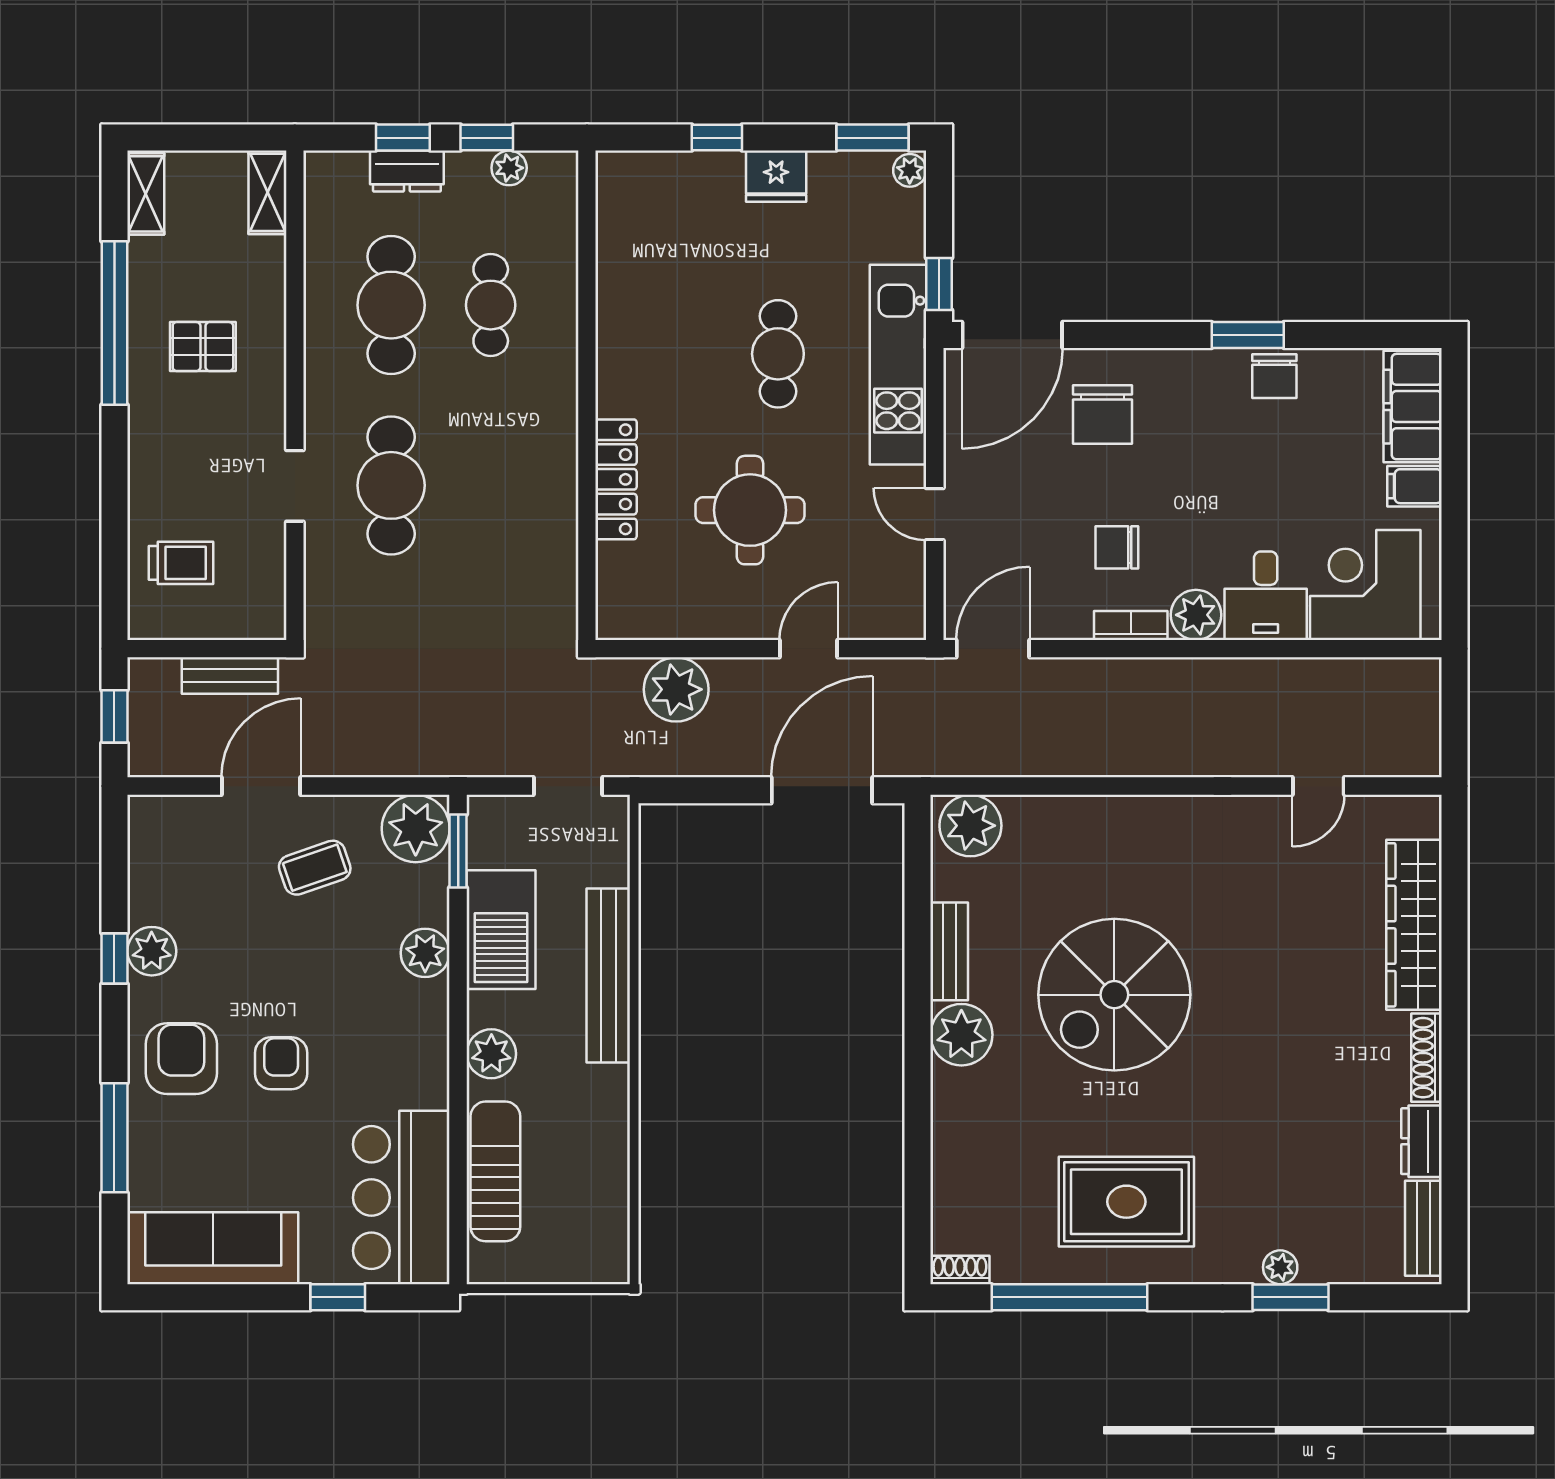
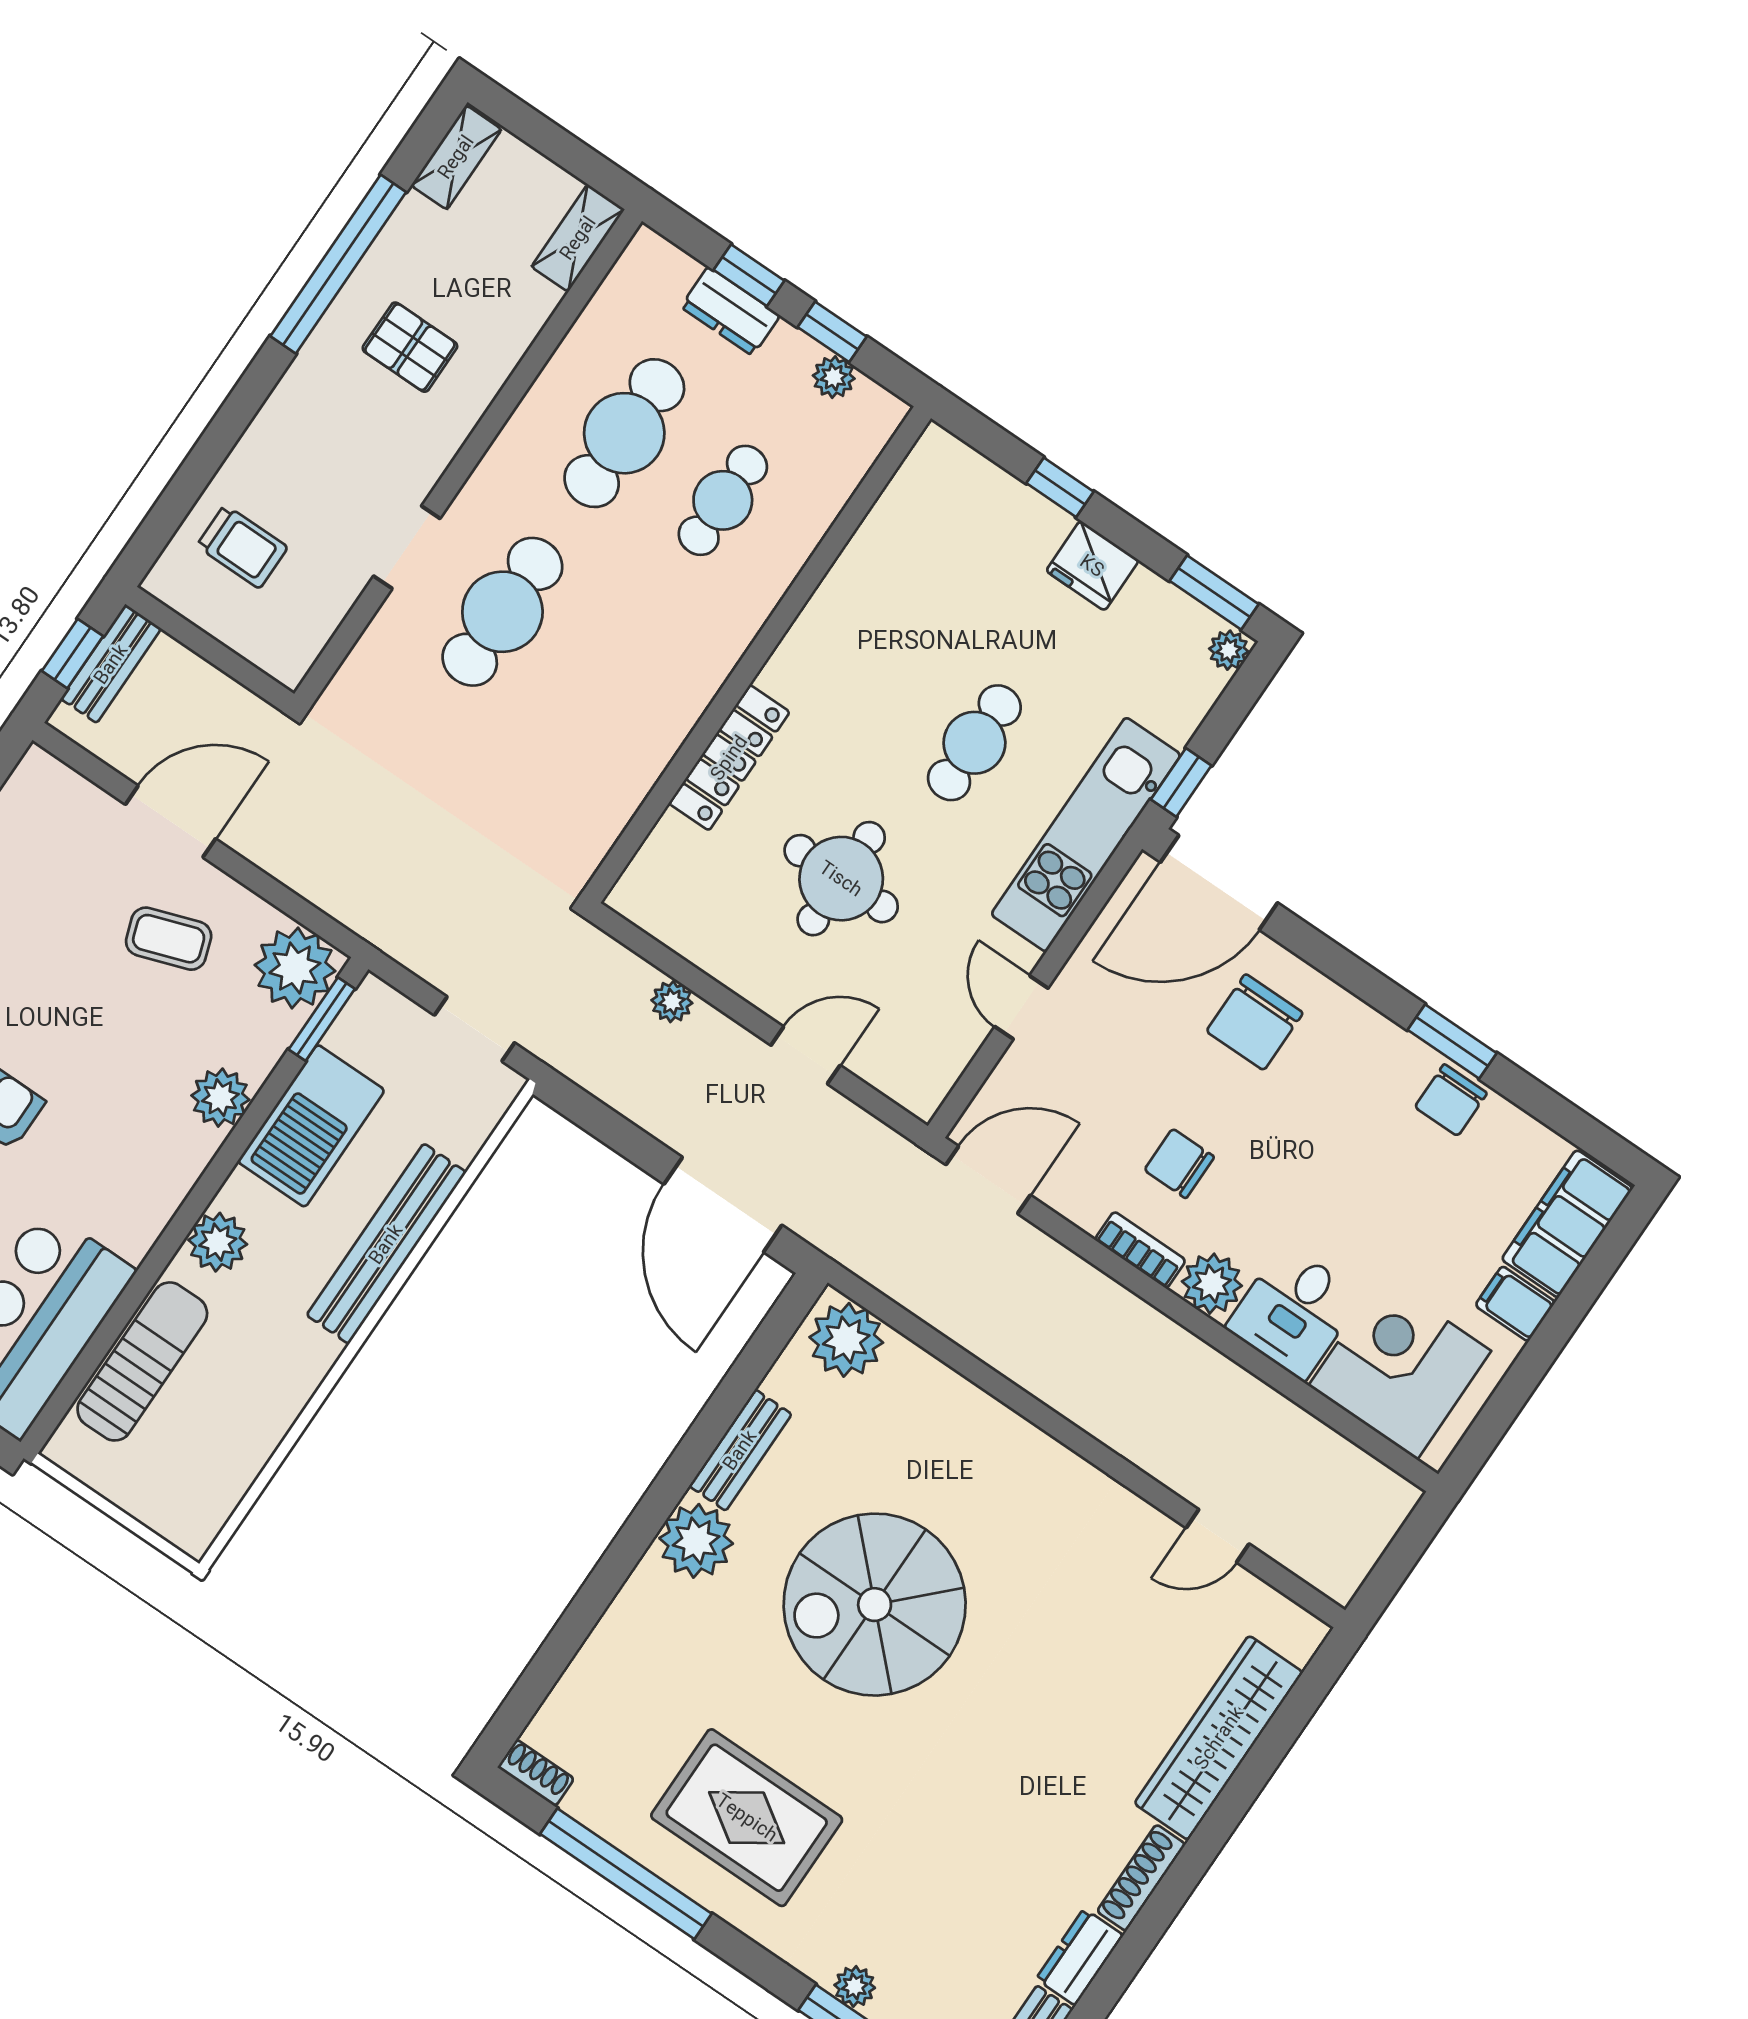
bench: (230, 676) -> (111, 664), moved, turned 90
plant: (676, 689) -> (672, 1002), width x0.53, depth x0.53
door: (822, 790) -> (723, 1205), swing flipped

